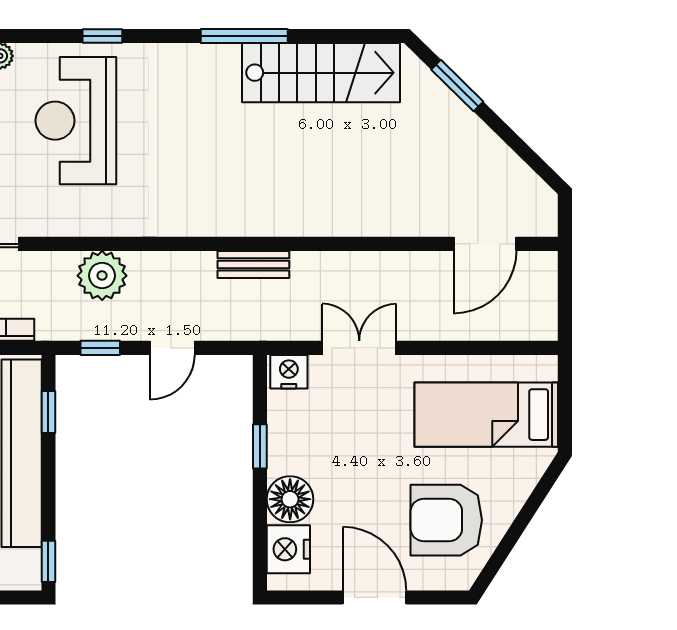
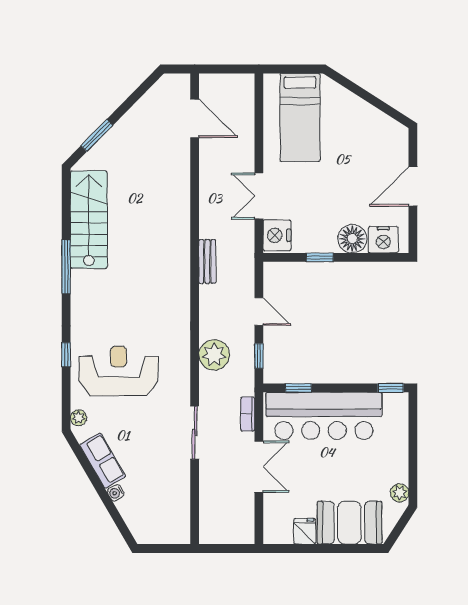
reception desk: (76, 121) -> (118, 371), turned 180
nightstand: (289, 372) -> (277, 235), width x1.36, depth x1.33
armchair: (446, 520) -> (365, 142), removed

